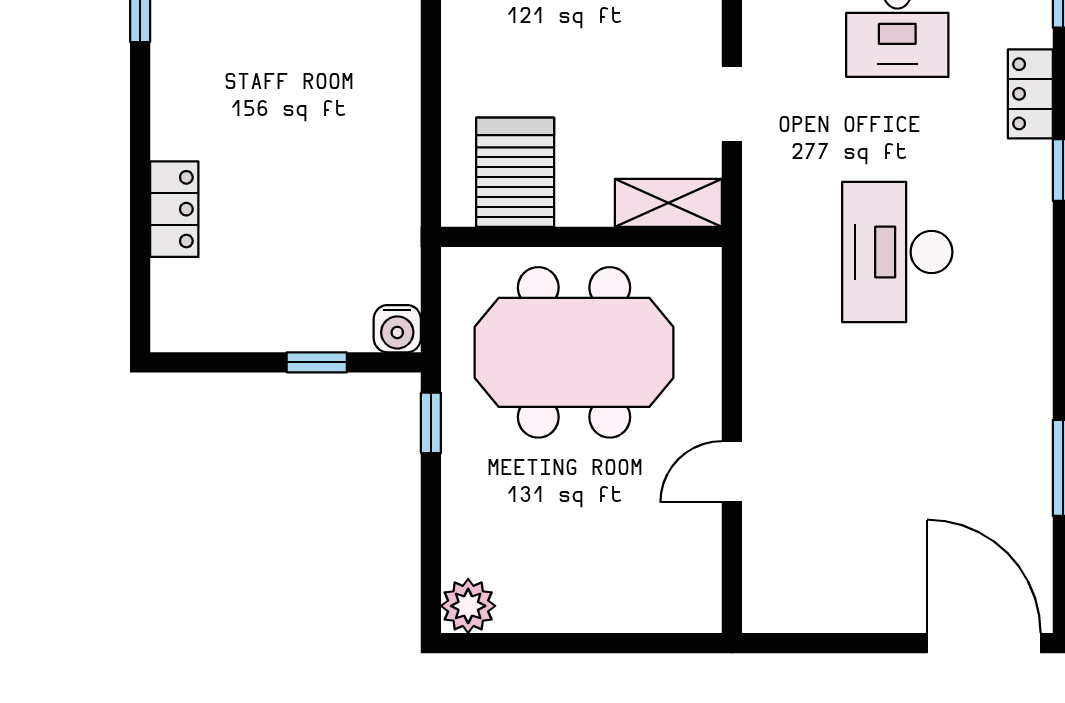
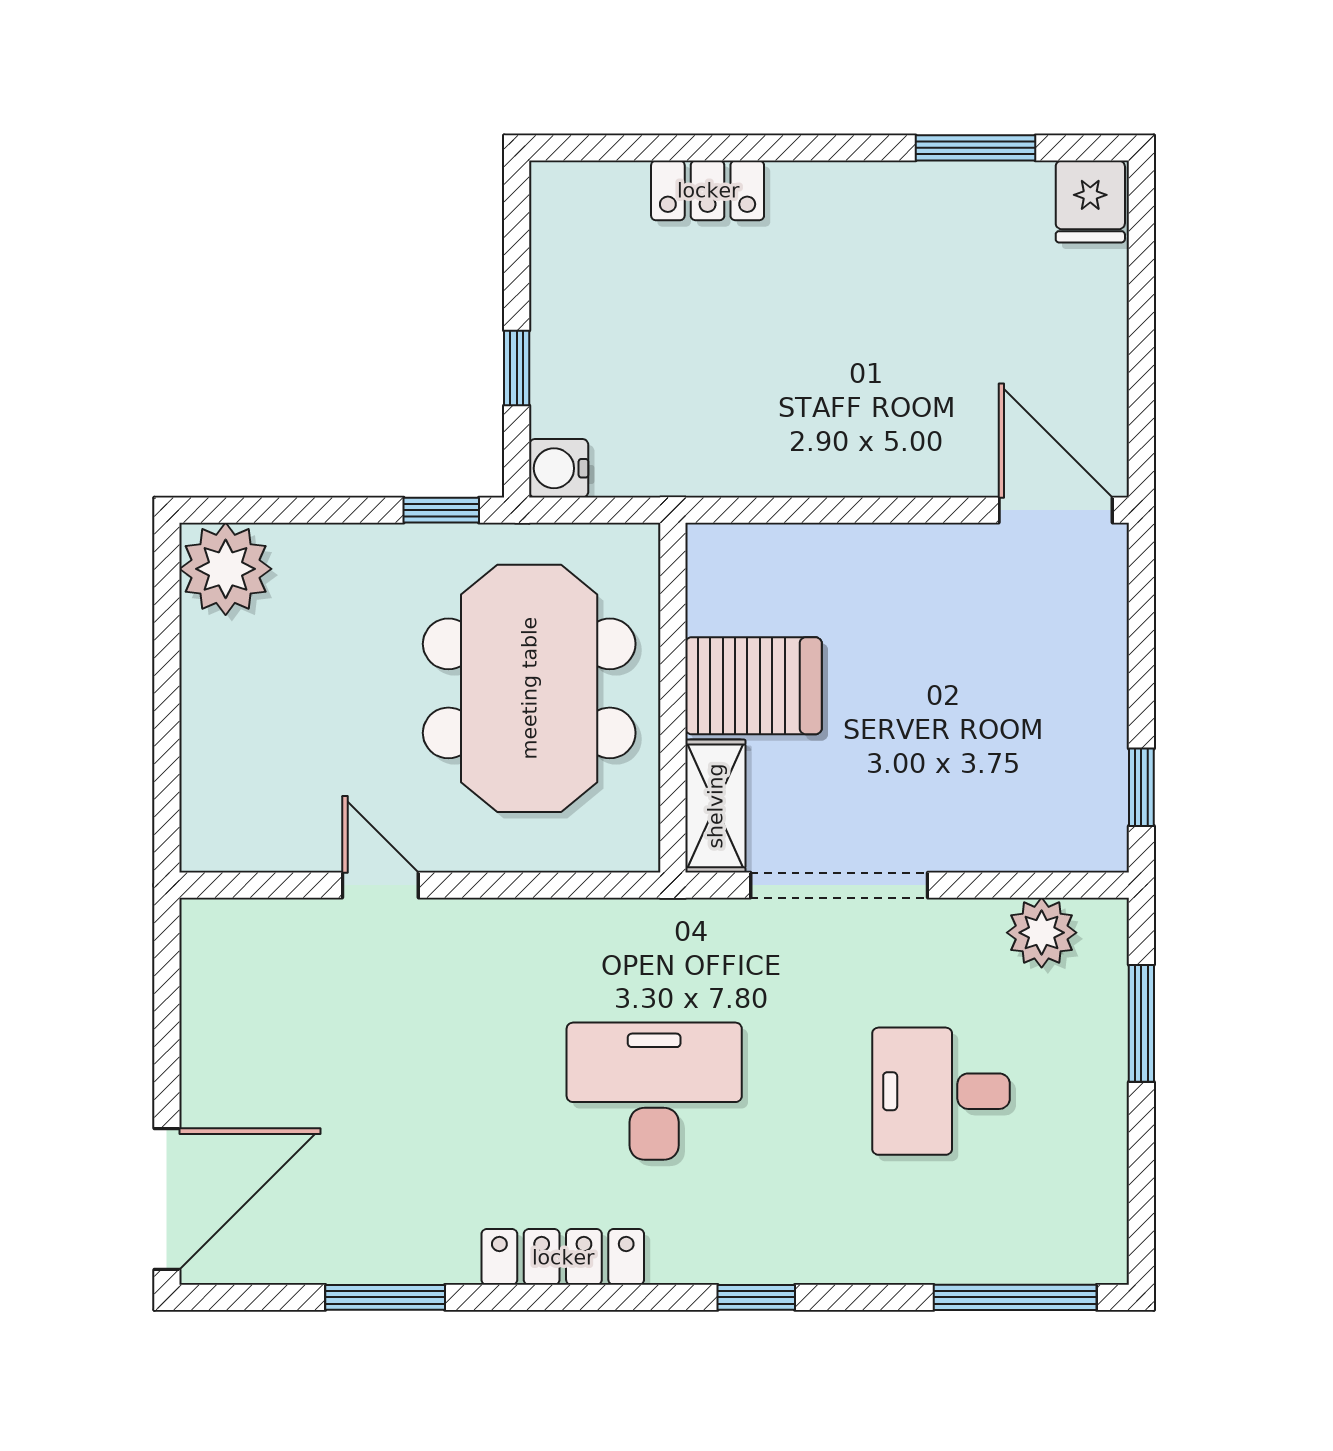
locker: (1030, 94) -> (563, 1257), moved, width x1.53
doorway: (732, 104) -> (839, 885), width x1.88
server rack: (515, 172) -> (753, 686), moved
plant: (468, 606) -> (226, 569), width x1.36, depth x1.36

